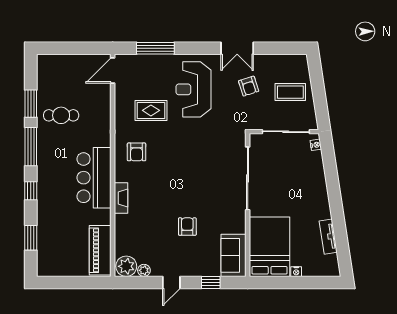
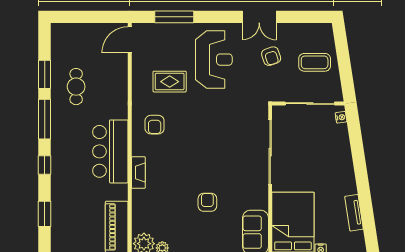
reception desk: (193, 89) -> (214, 60), turned 180
cafe table: (61, 115) -> (76, 87), turned 90

